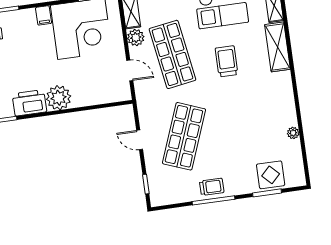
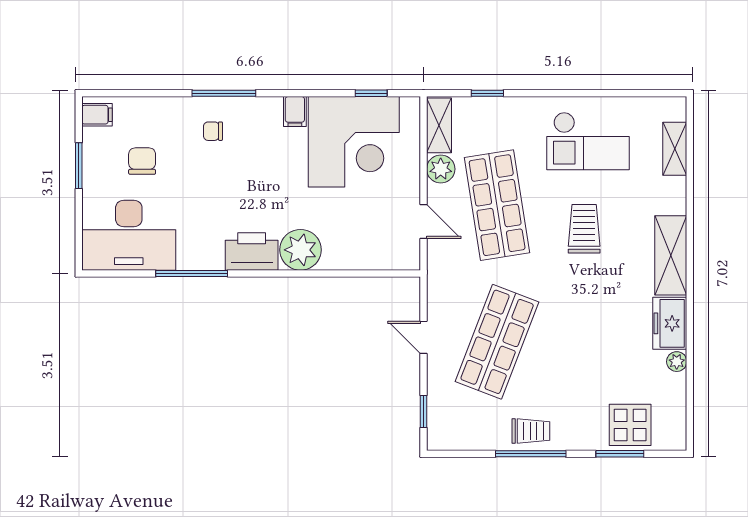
shelving: (278, 47) -> (671, 255), moved
freezer: (286, 111) -> (670, 323), added

